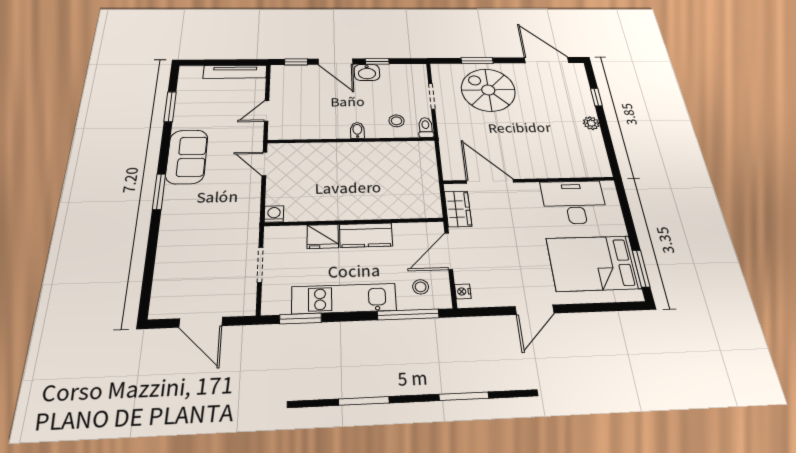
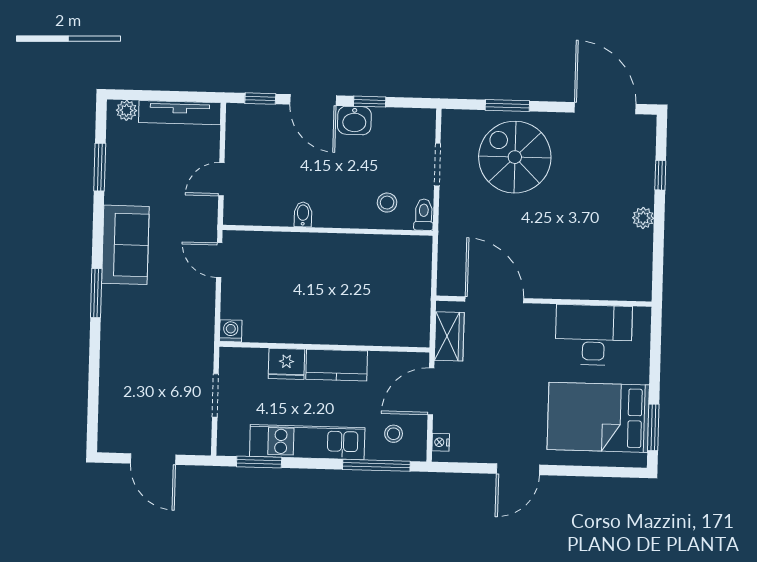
plant: (194, 72) -> (127, 110), added
bidet: (357, 130) -> (303, 214), moved

